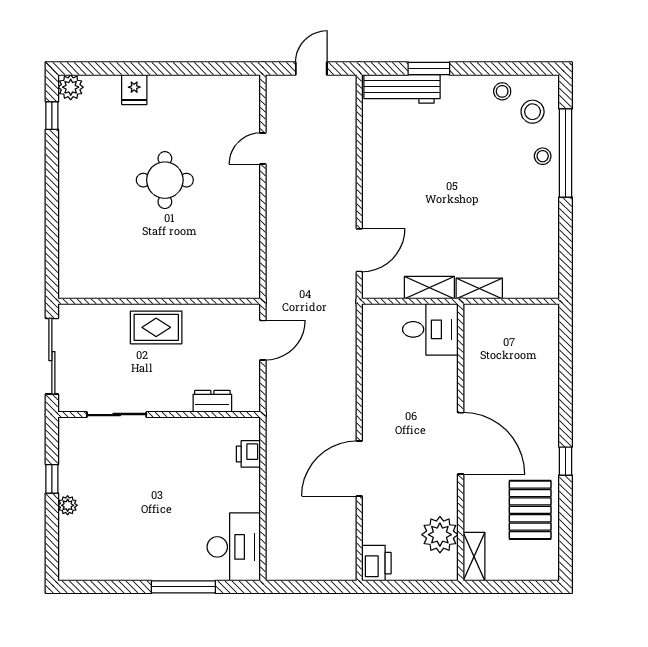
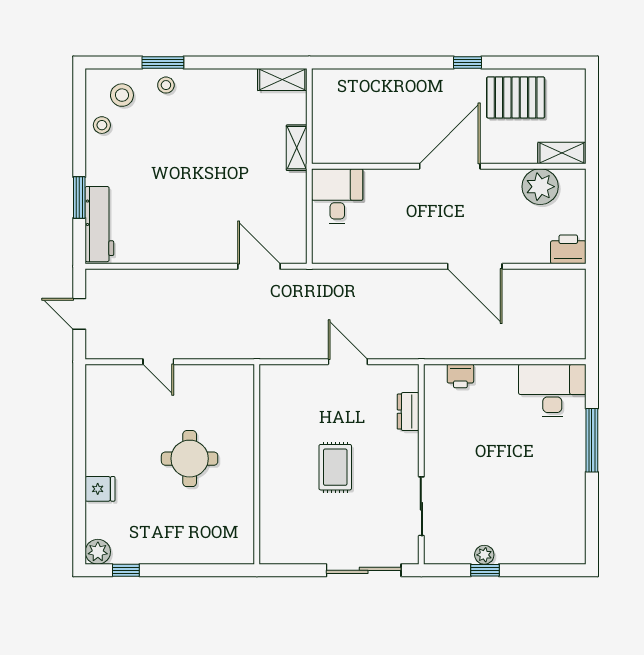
window: (565, 153) -> (163, 62), width x0.47
shelving: (429, 288) -> (282, 80), moved, turned 90
wall: (159, 301) -> (257, 464), moved
plant: (68, 505) -> (484, 555), moved

